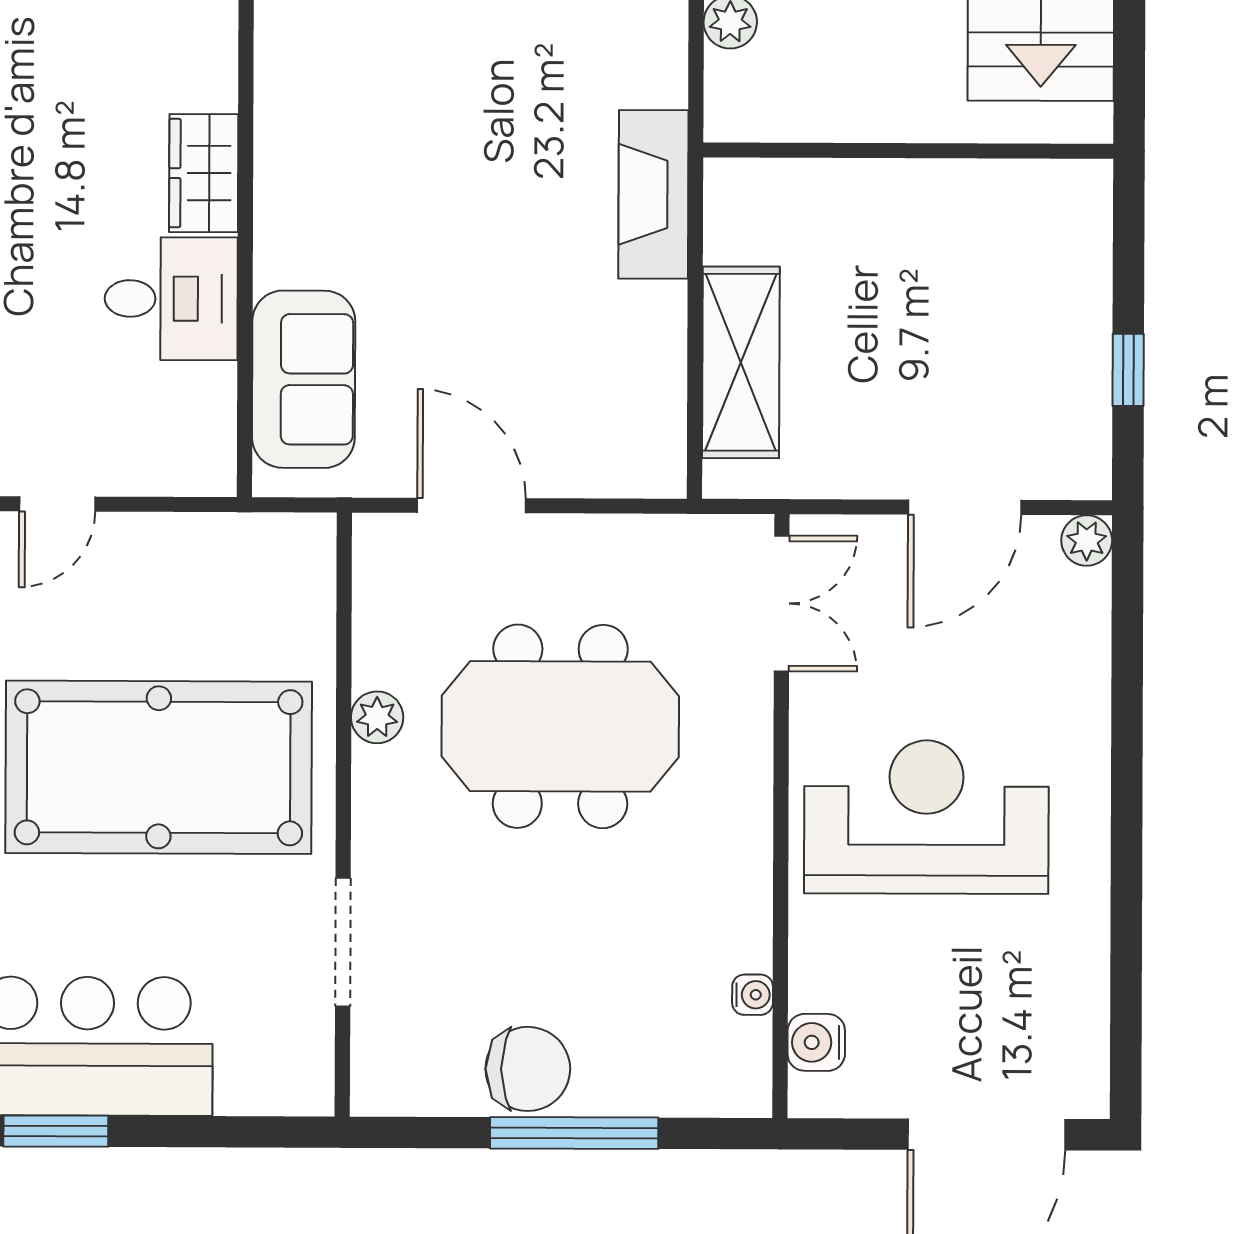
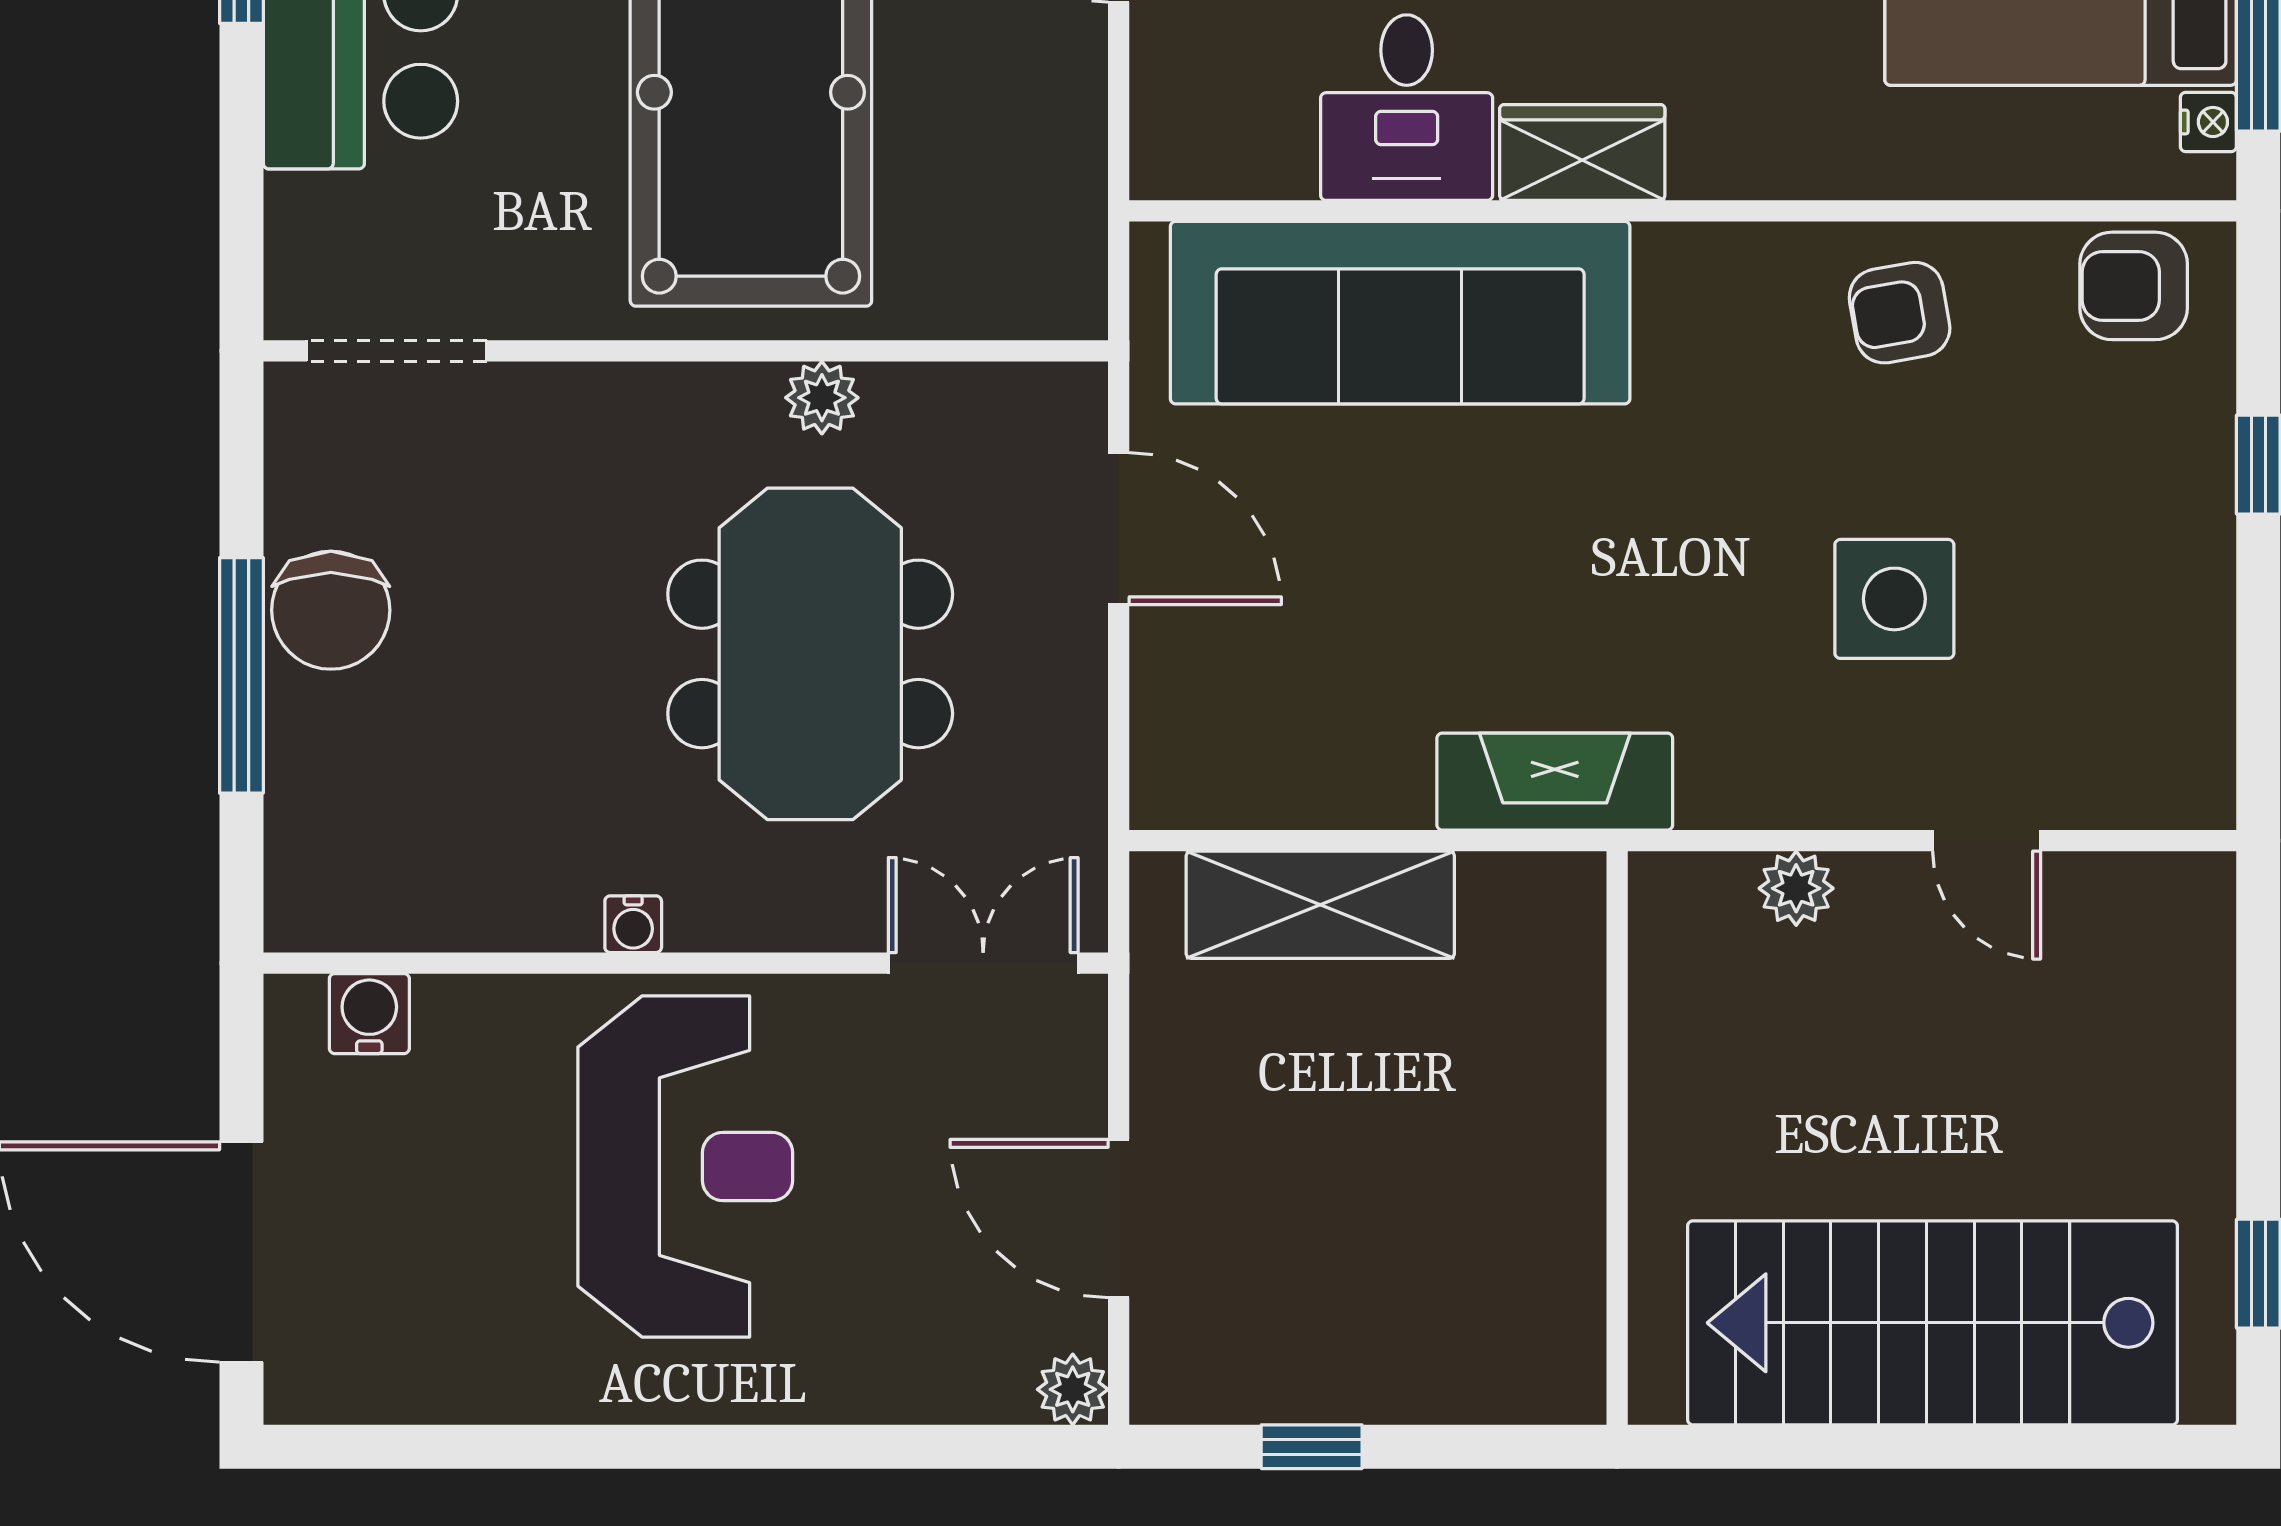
sofa: (304, 379) -> (1400, 313), width x1.85, depth x1.27
door: (471, 505) -> (1119, 529), hinge flipped
double door: (782, 603) -> (983, 963), swing flipped
doorway: (343, 942) -> (397, 351), moved
water cooler: (753, 995) -> (633, 924), moved

